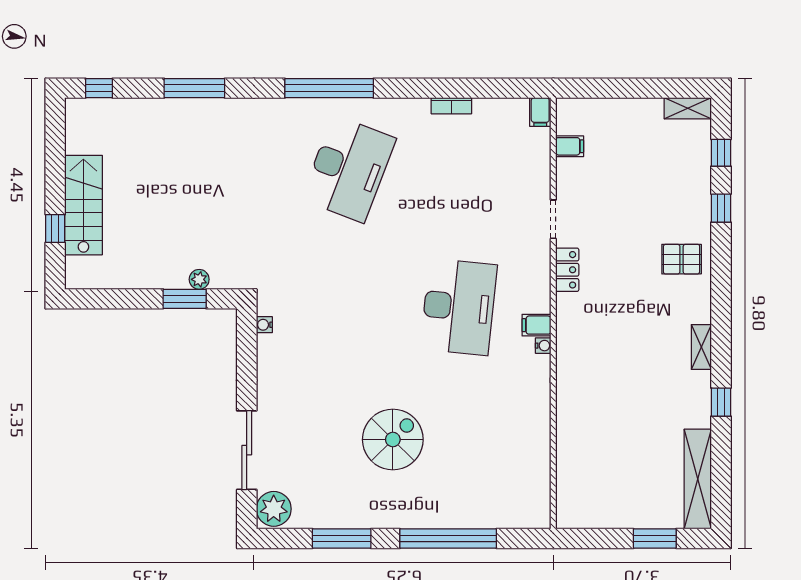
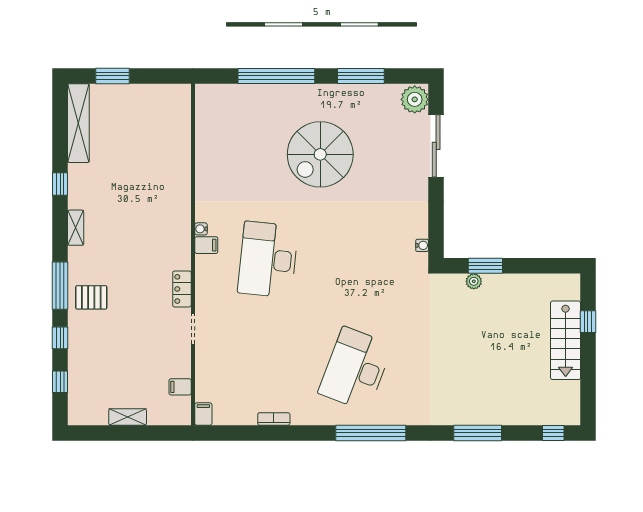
shelving: (688, 108) -> (128, 417), moved
window: (721, 274) -> (60, 286), added
spiral stairs: (393, 440) -> (320, 154), width x1.37, depth x1.37

